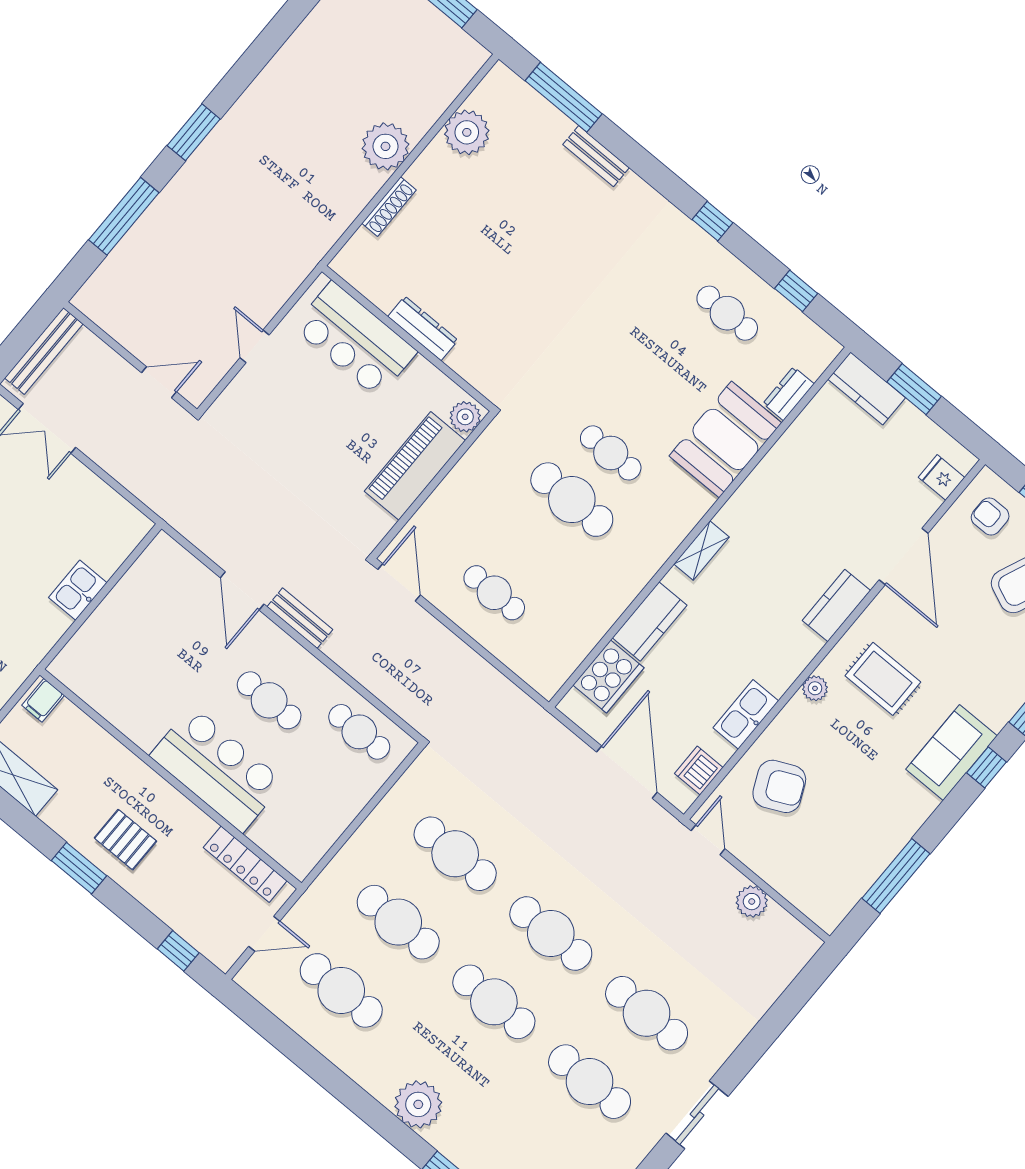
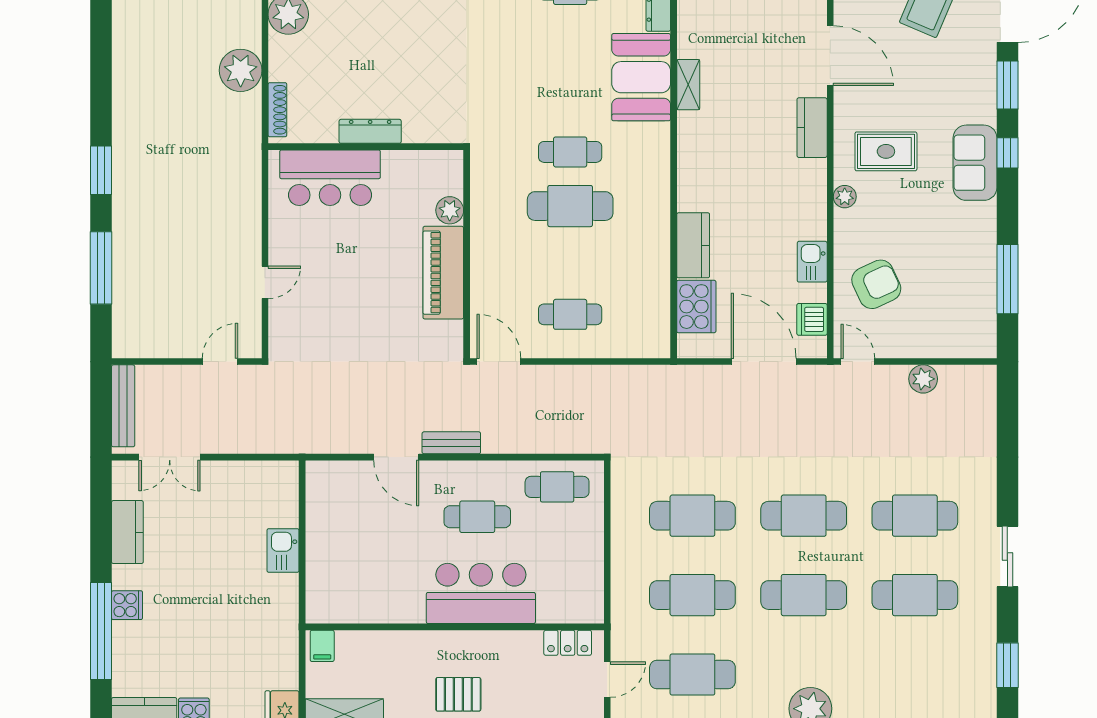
dresser: (423, 328) -> (370, 131), moved
wall: (408, 338) -> (366, 147), moved
bar counter: (355, 339) -> (330, 178), moved
door: (255, 346) -> (265, 282), swing flipped
shelving: (701, 551) -> (688, 85), moved
kitchen sink: (746, 714) -> (812, 262), width x0.73
locker: (245, 864) -> (568, 643), width x0.66

